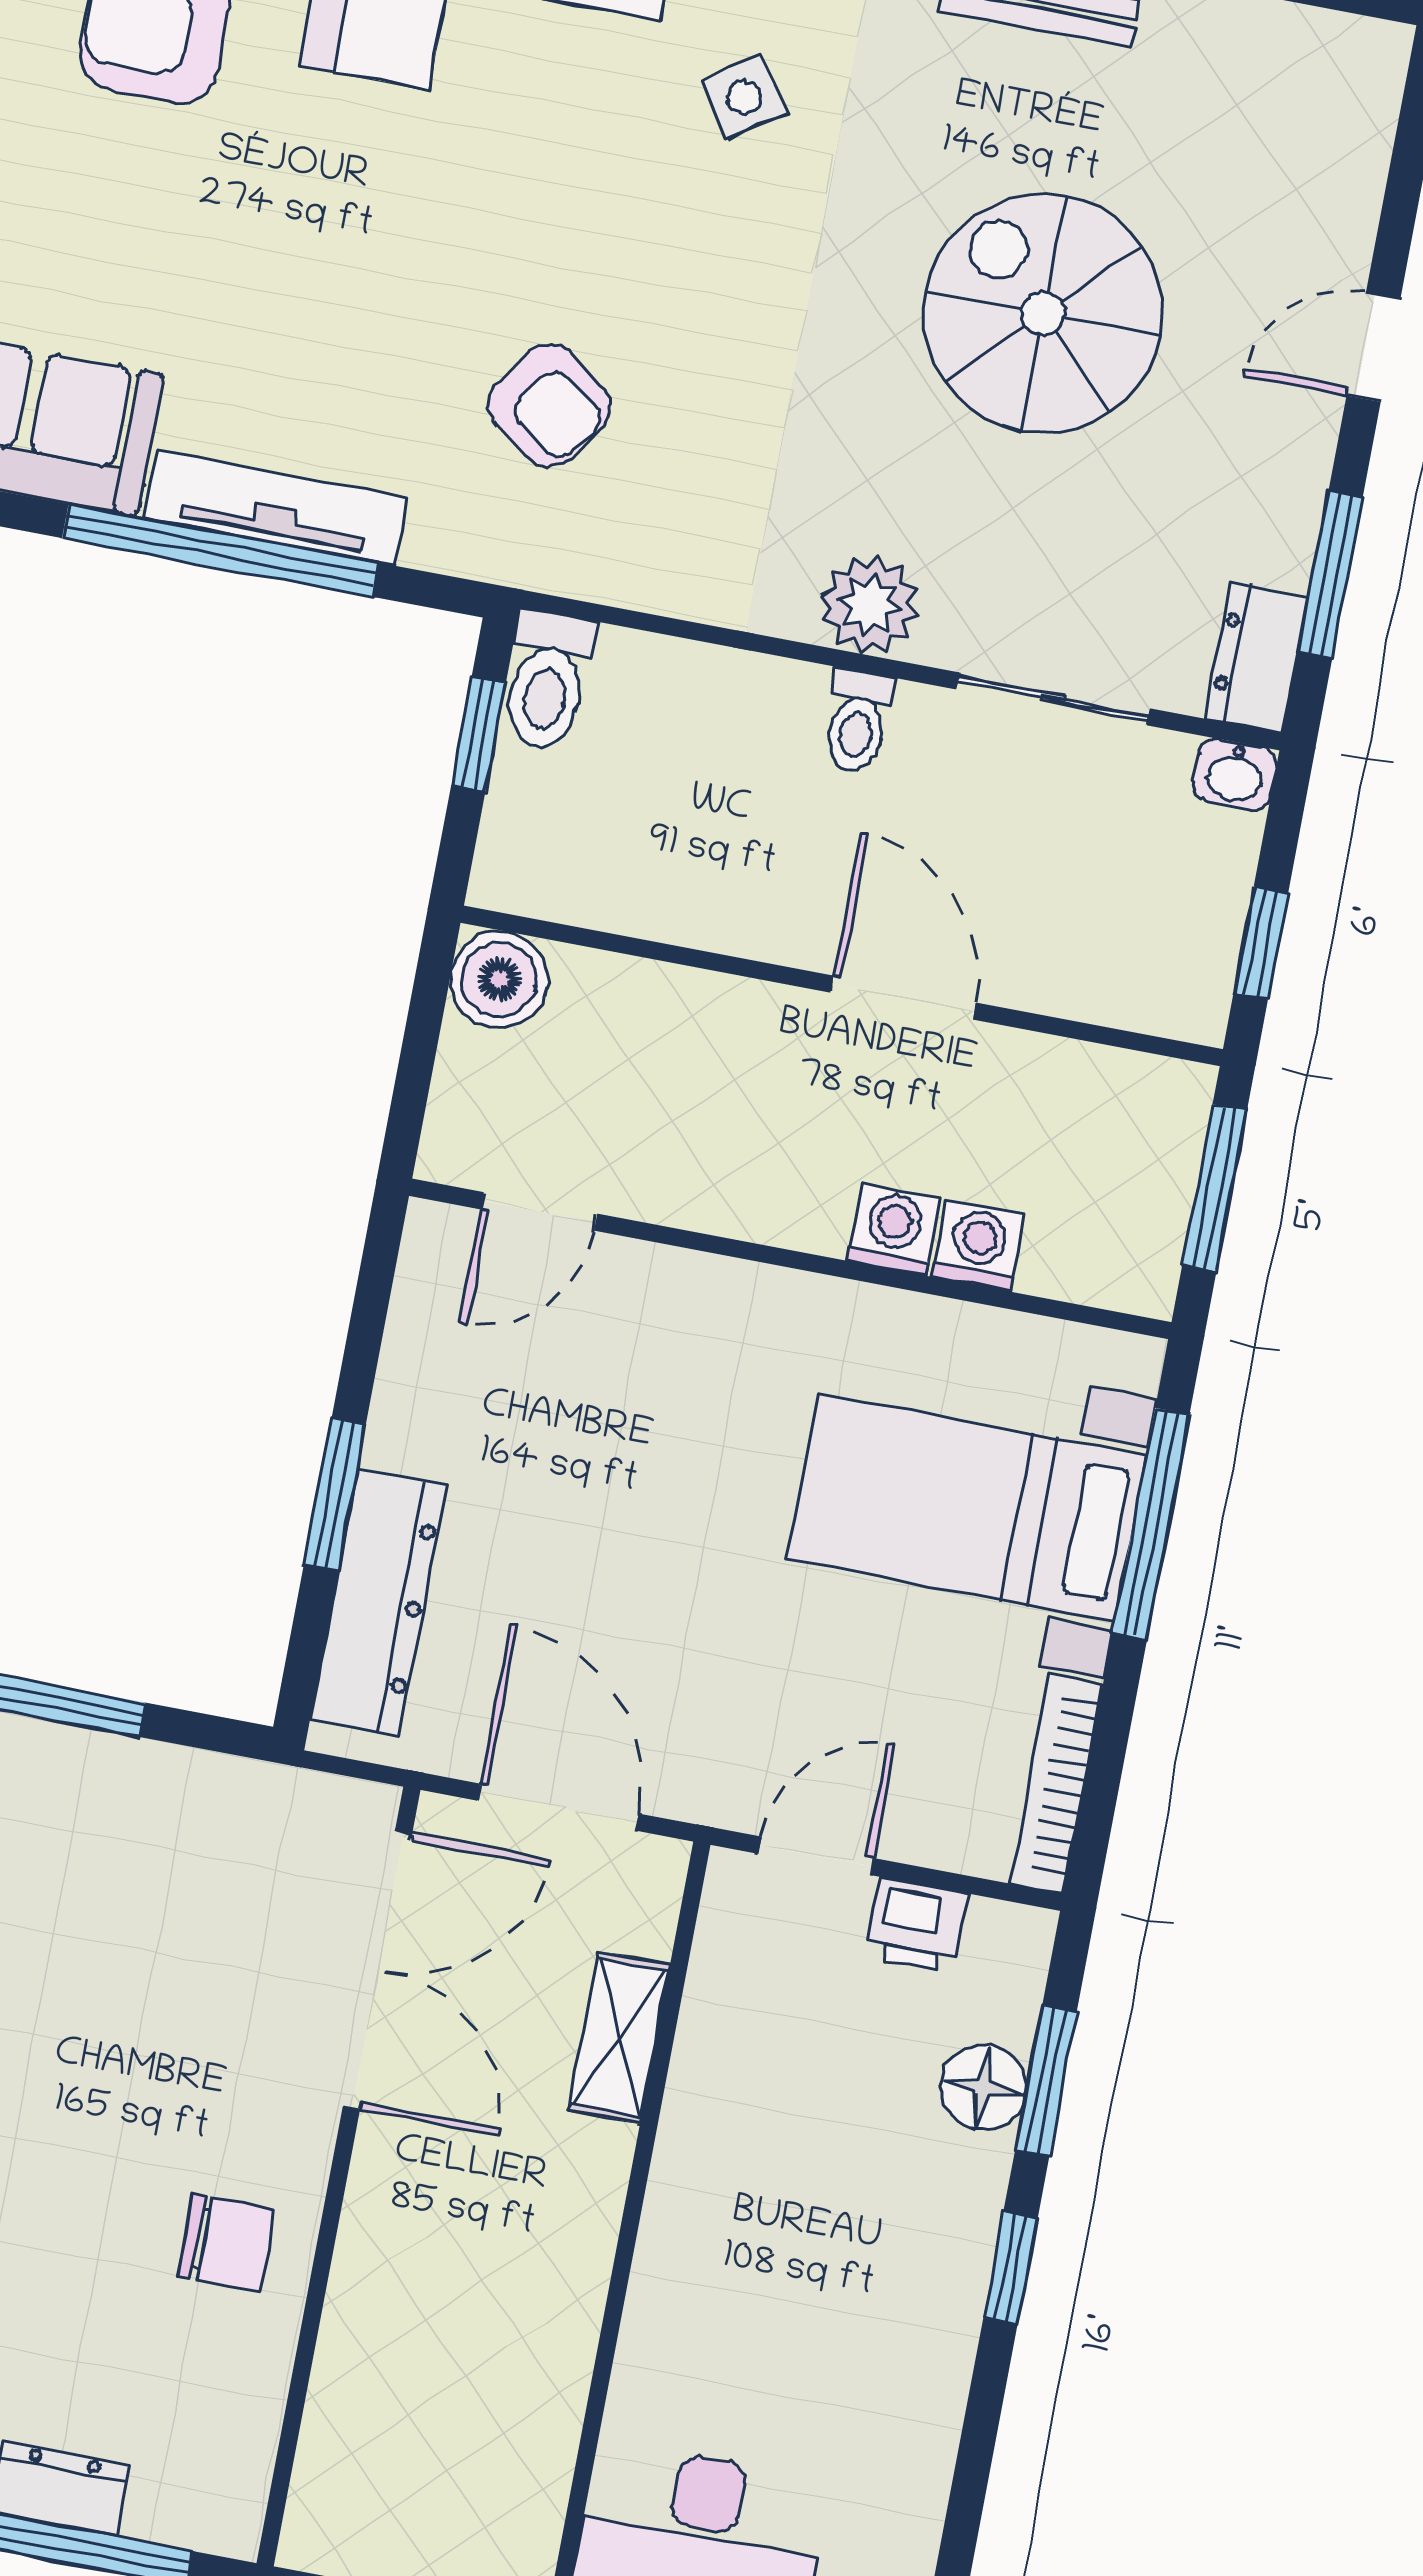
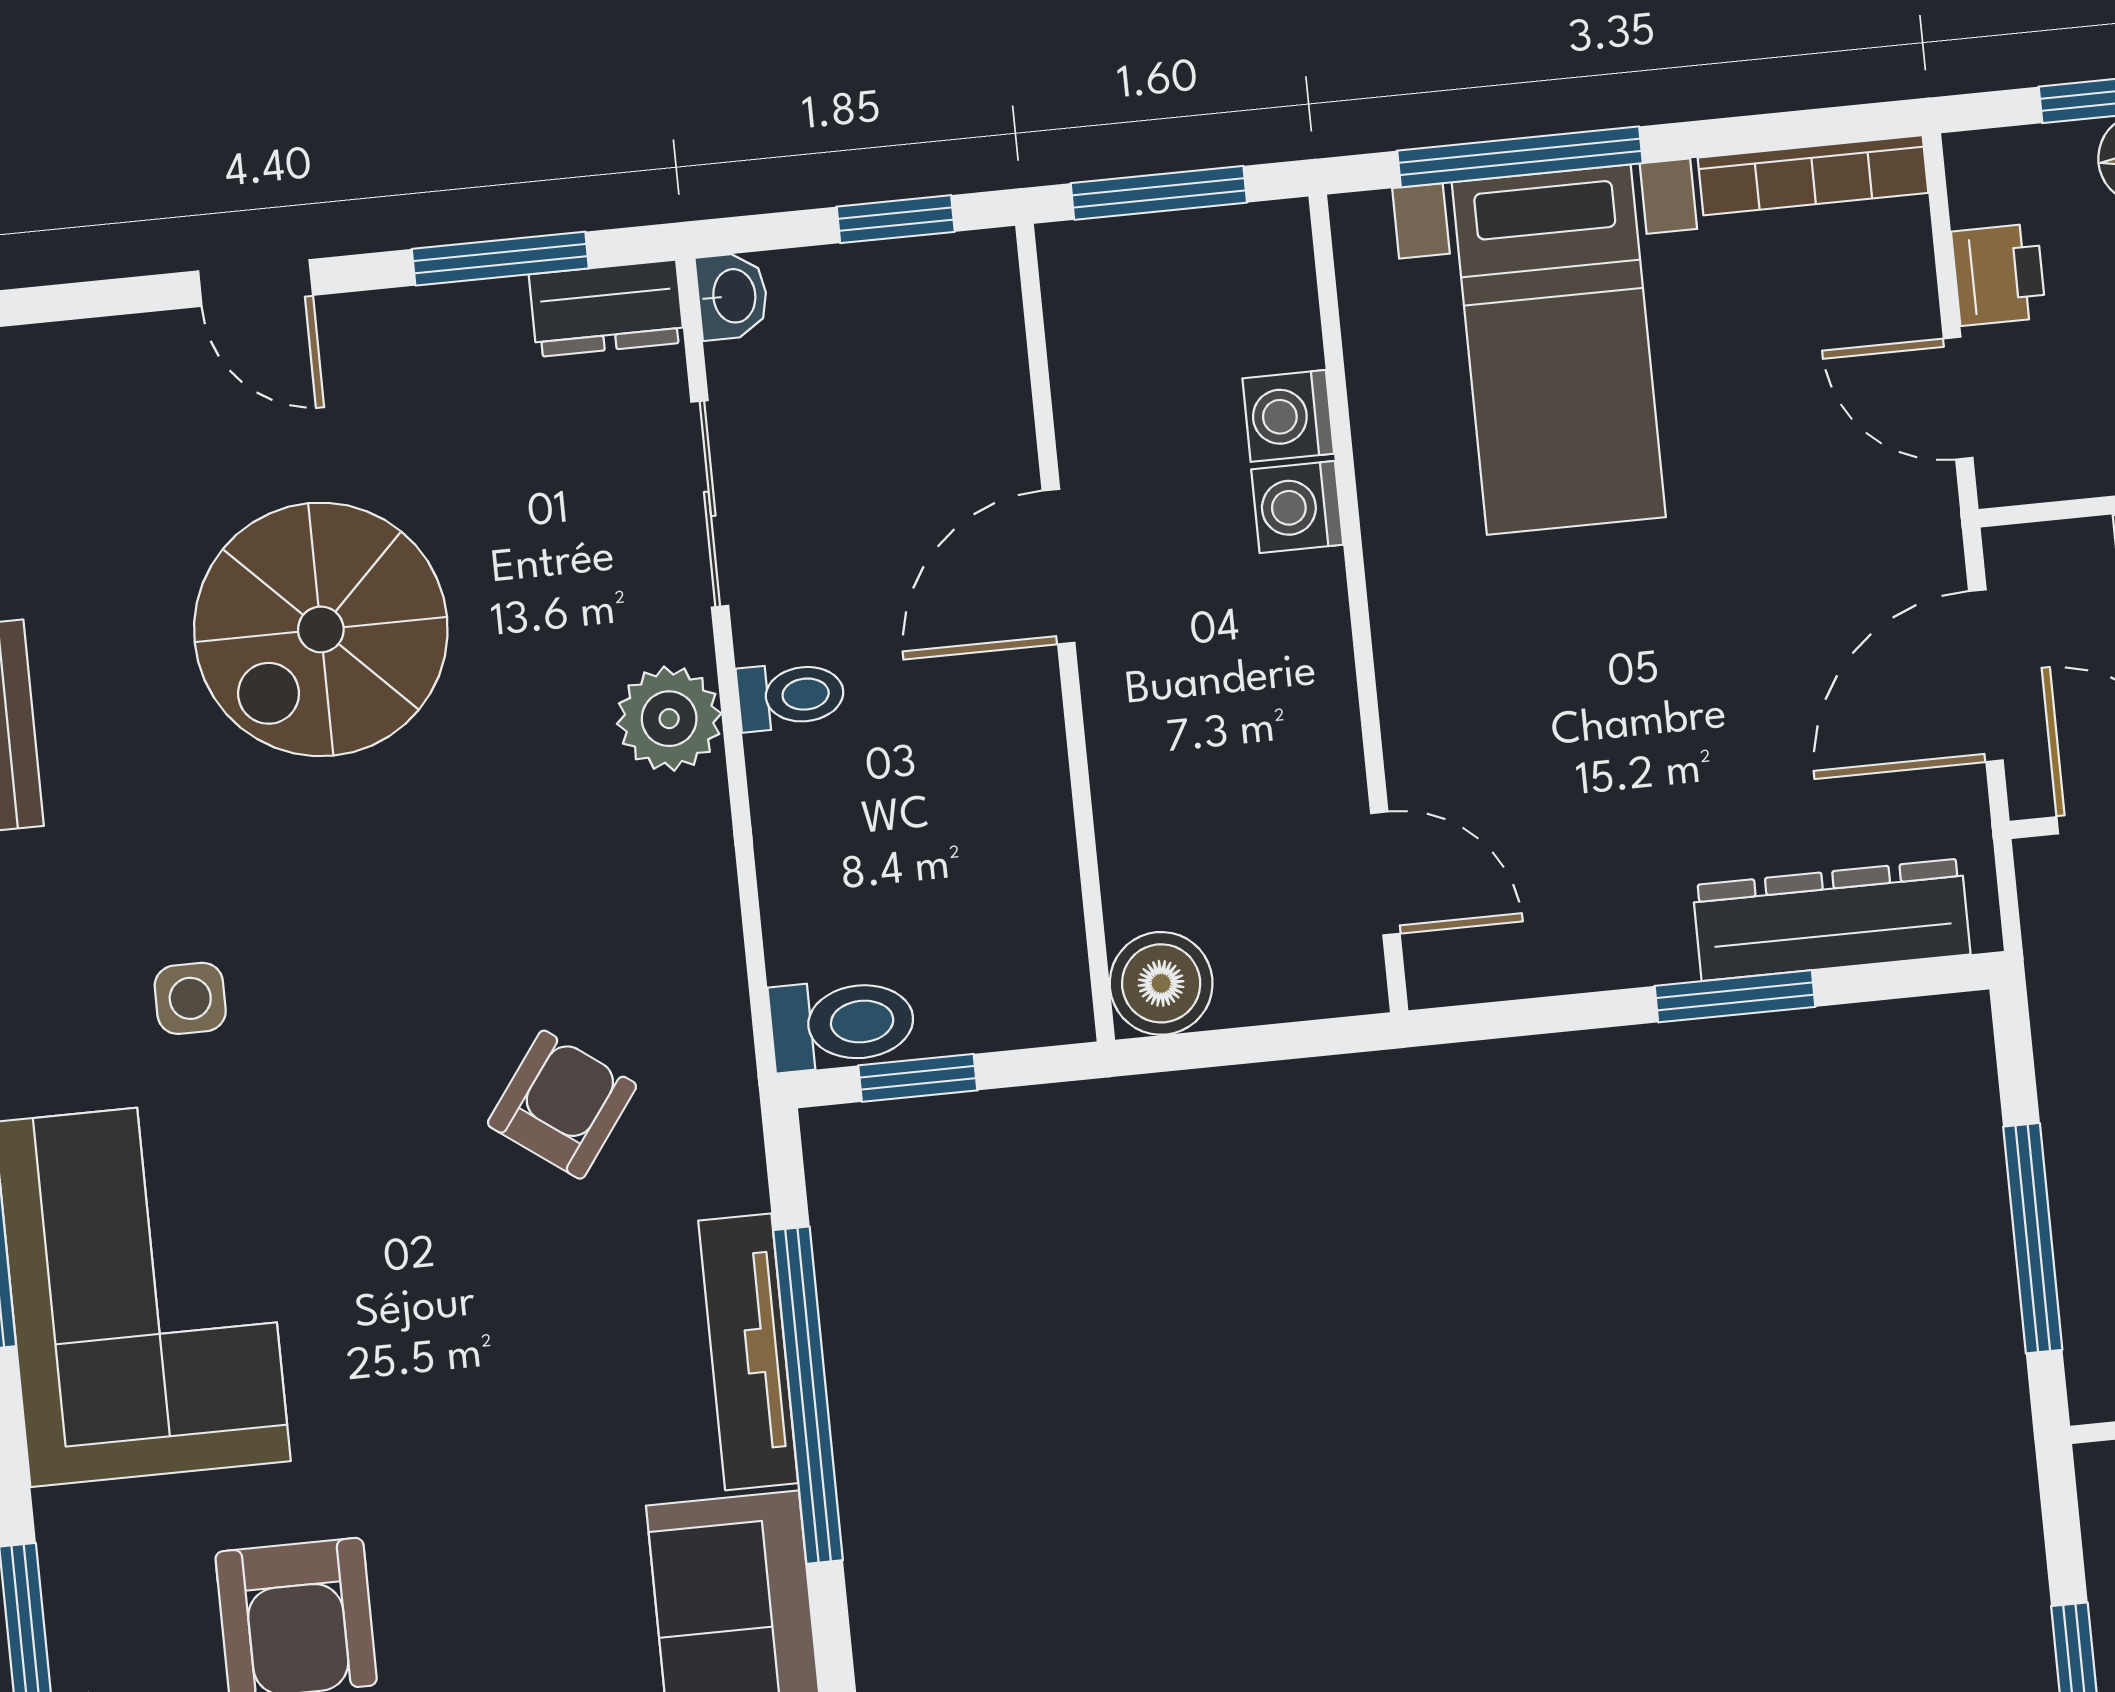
side table: (744, 97) -> (190, 998), turned 35

